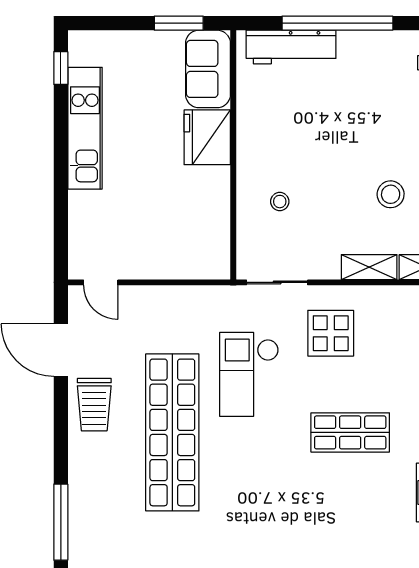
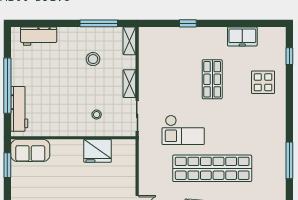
fridge: (207, 137) -> (98, 151), moved
shelving: (369, 267) -> (129, 84), moved
display table: (331, 333) -> (263, 82), moved

